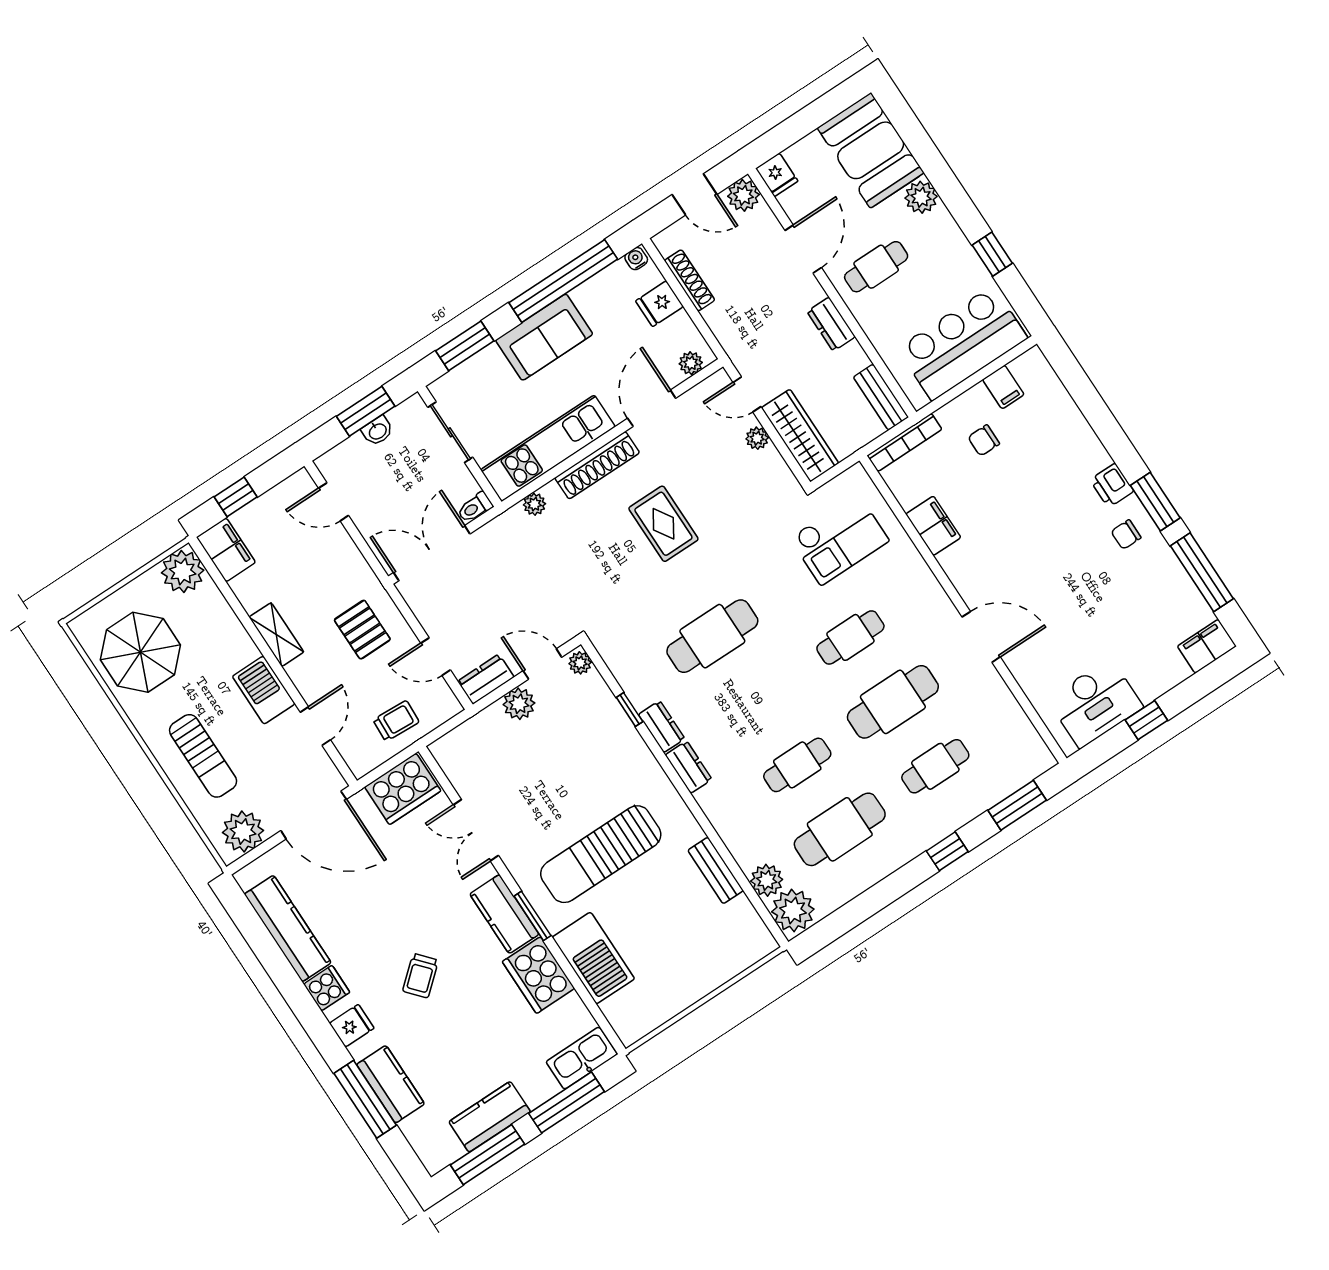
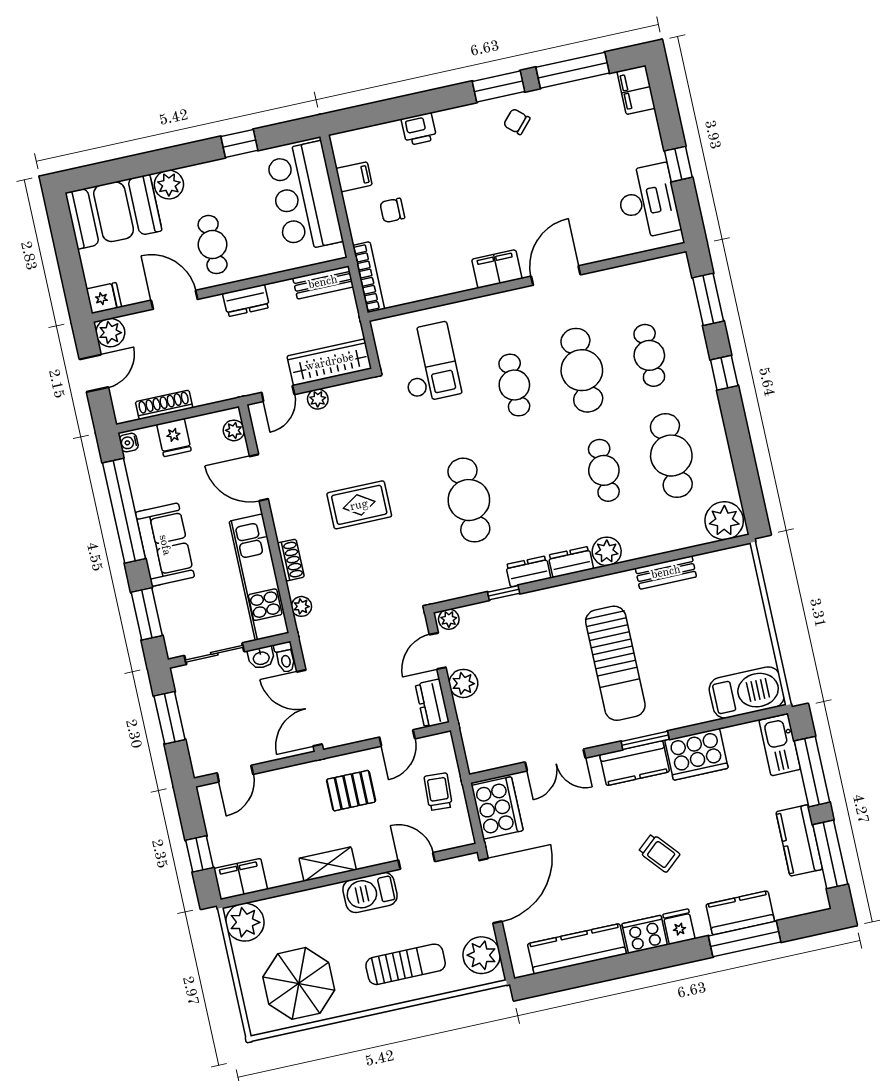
washbasin: (377, 431) -> (261, 658), moved, turned 90
chair: (984, 440) -> (392, 210), turned 90
shoe rack: (597, 465) -> (291, 560), width x0.51, depth x0.81
printer: (1112, 485) -> (419, 129), moved
filing cabinet: (933, 526) -> (497, 269), moved
chair: (1126, 535) -> (517, 122), turned 132
plant: (767, 880) -> (607, 551), moved
barbecue: (593, 958) -> (747, 693), moved
cooker: (327, 988) -> (645, 934), width x1.36

